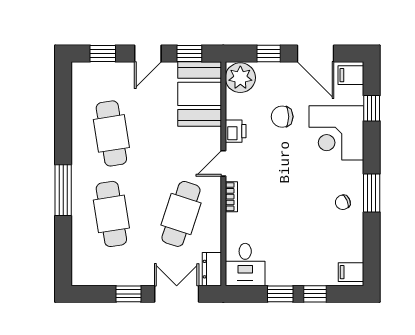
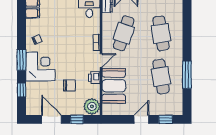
window: (189, 53) -> (119, 119), removed
filing cabinet: (351, 75) -> (33, 13), moved
booth: (200, 94) -> (114, 86), moved
corner desk: (336, 133) -> (40, 67), moved
window: (63, 190) -> (187, 75), moved
window: (372, 193) -> (21, 60), moved

